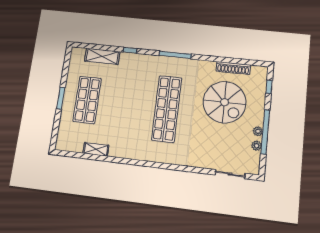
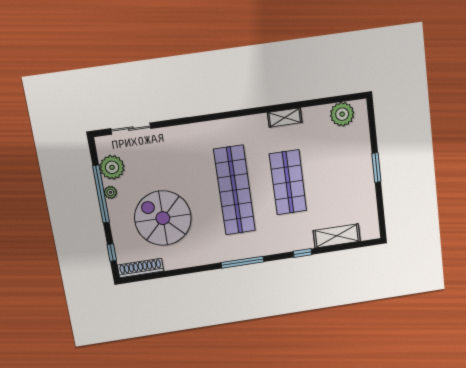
shoe rack: (233, 68) -> (141, 268), moved
shop shelf: (87, 100) -> (288, 182), moved
plant: (75, 143) -> (342, 114), added
plant: (257, 146) -> (112, 167), width x1.87, depth x1.87
shelving: (96, 149) -> (285, 118), moved

